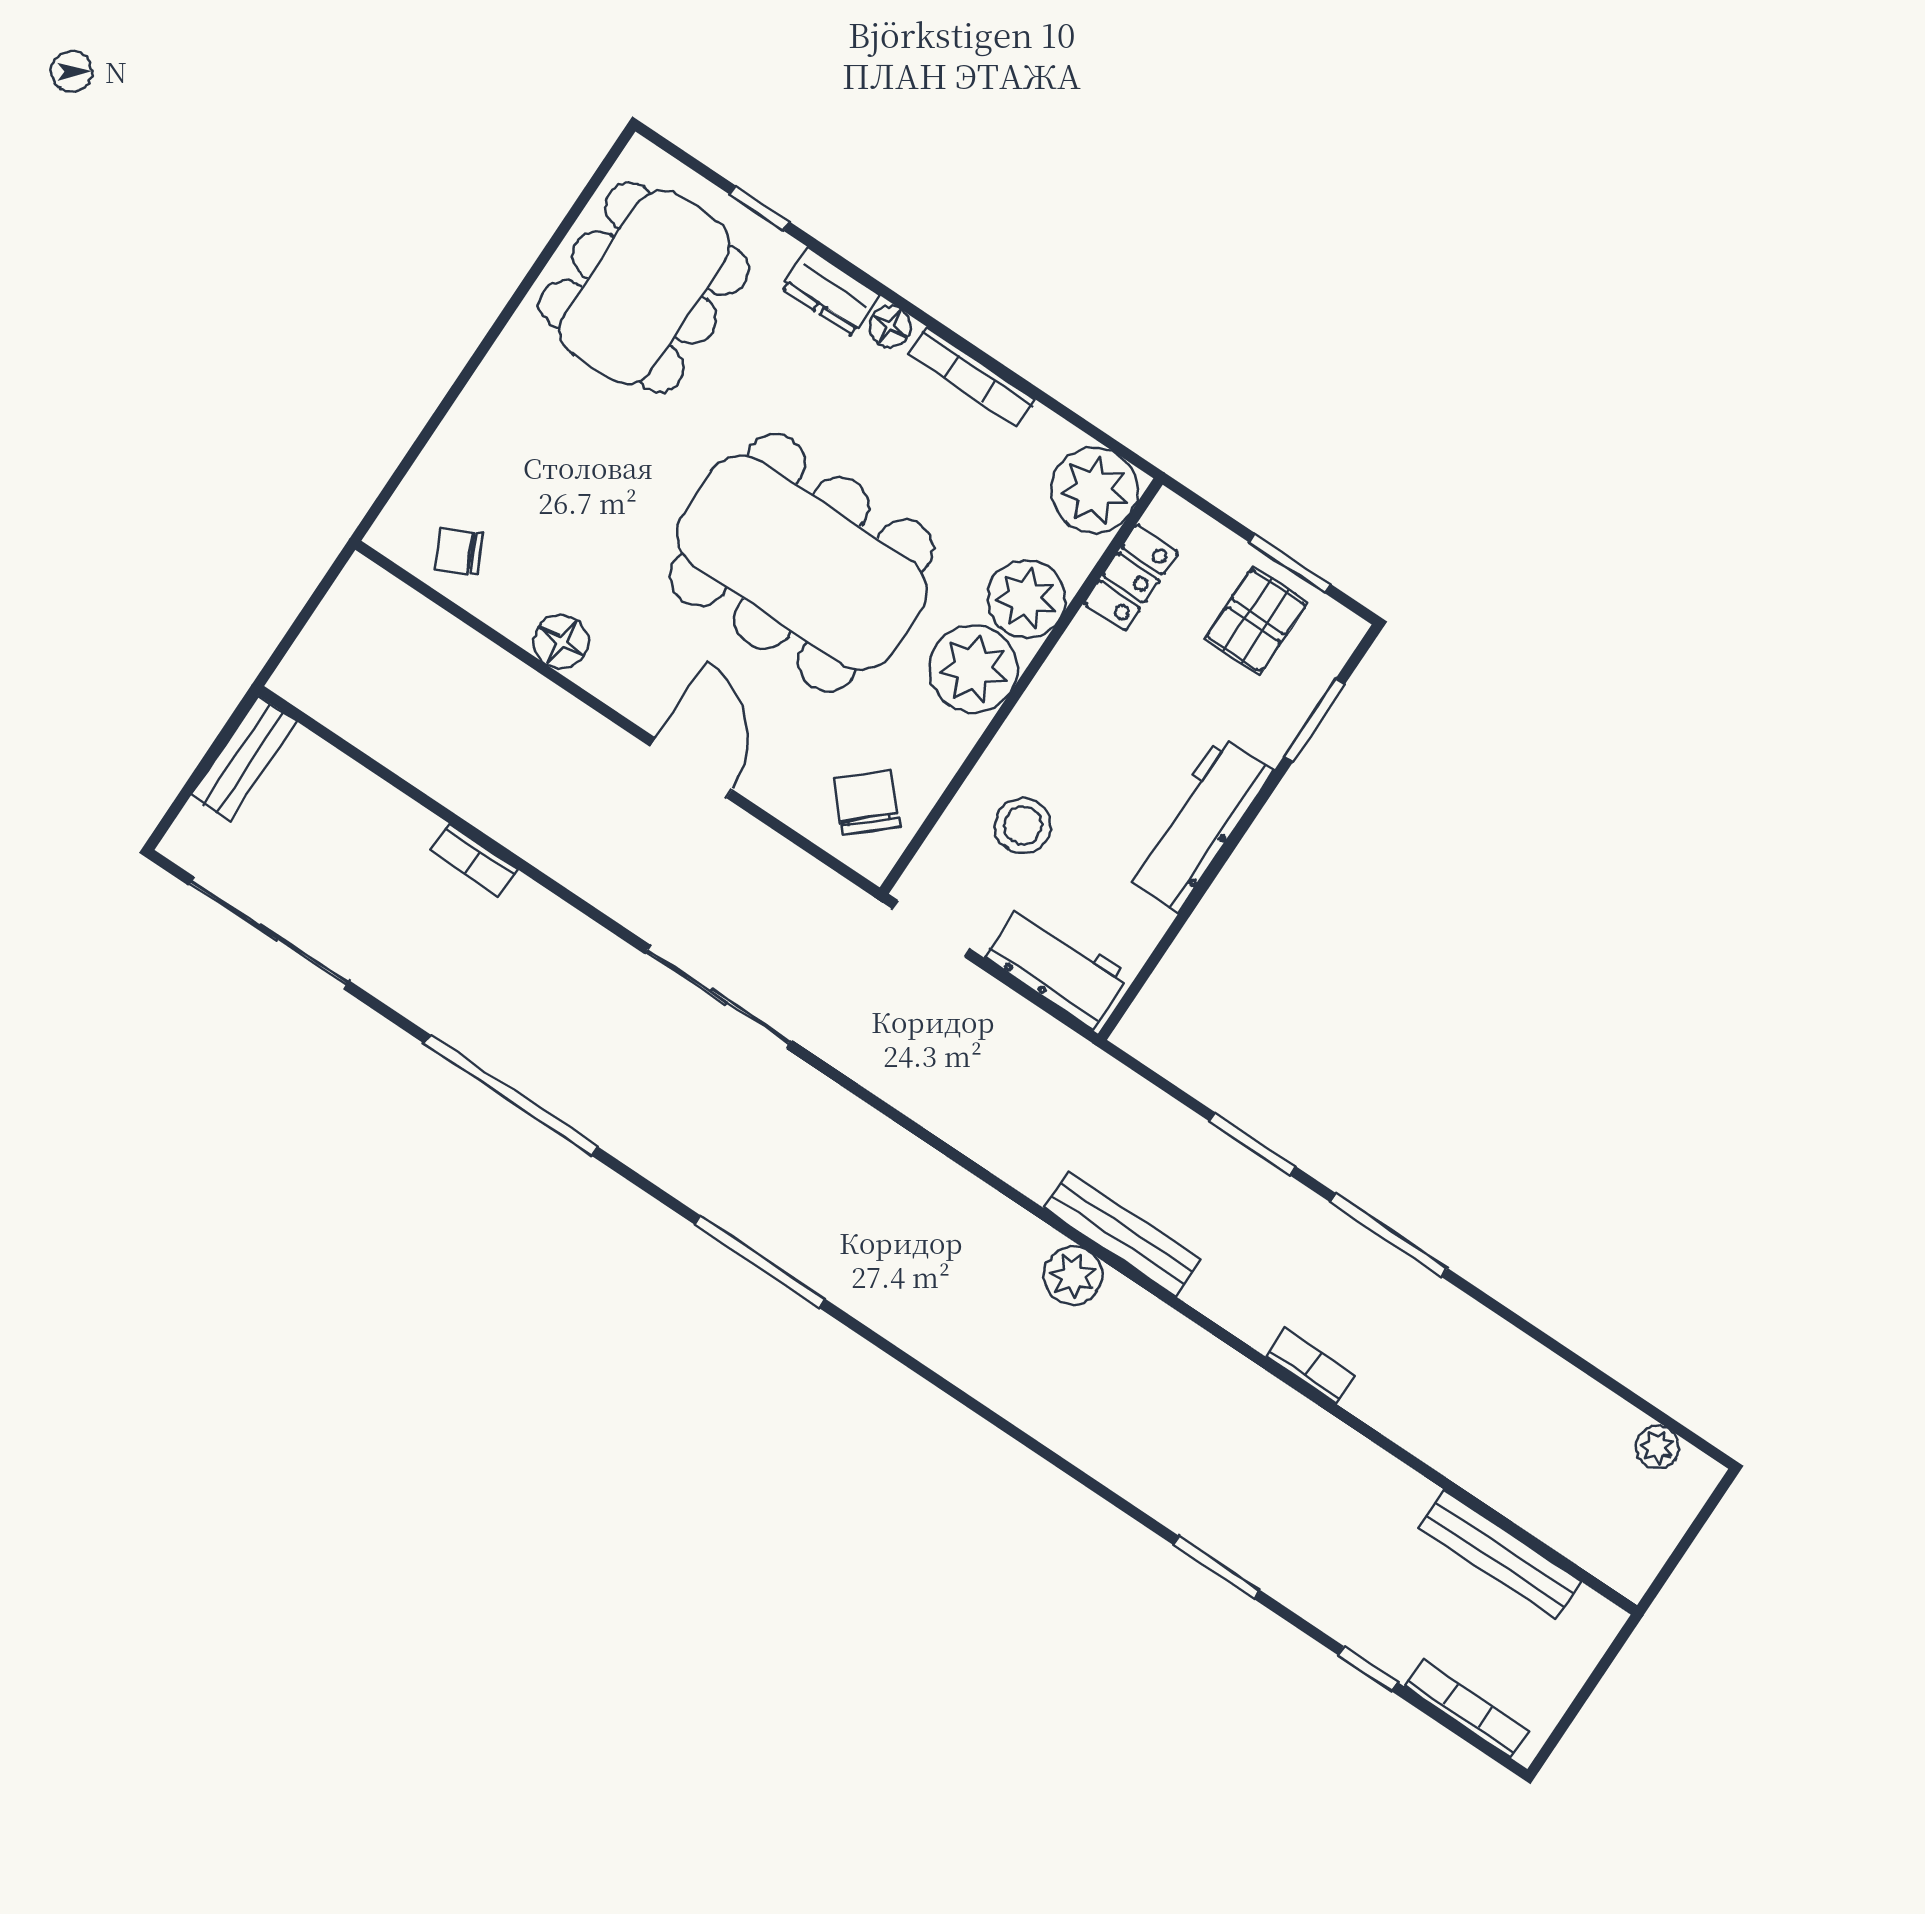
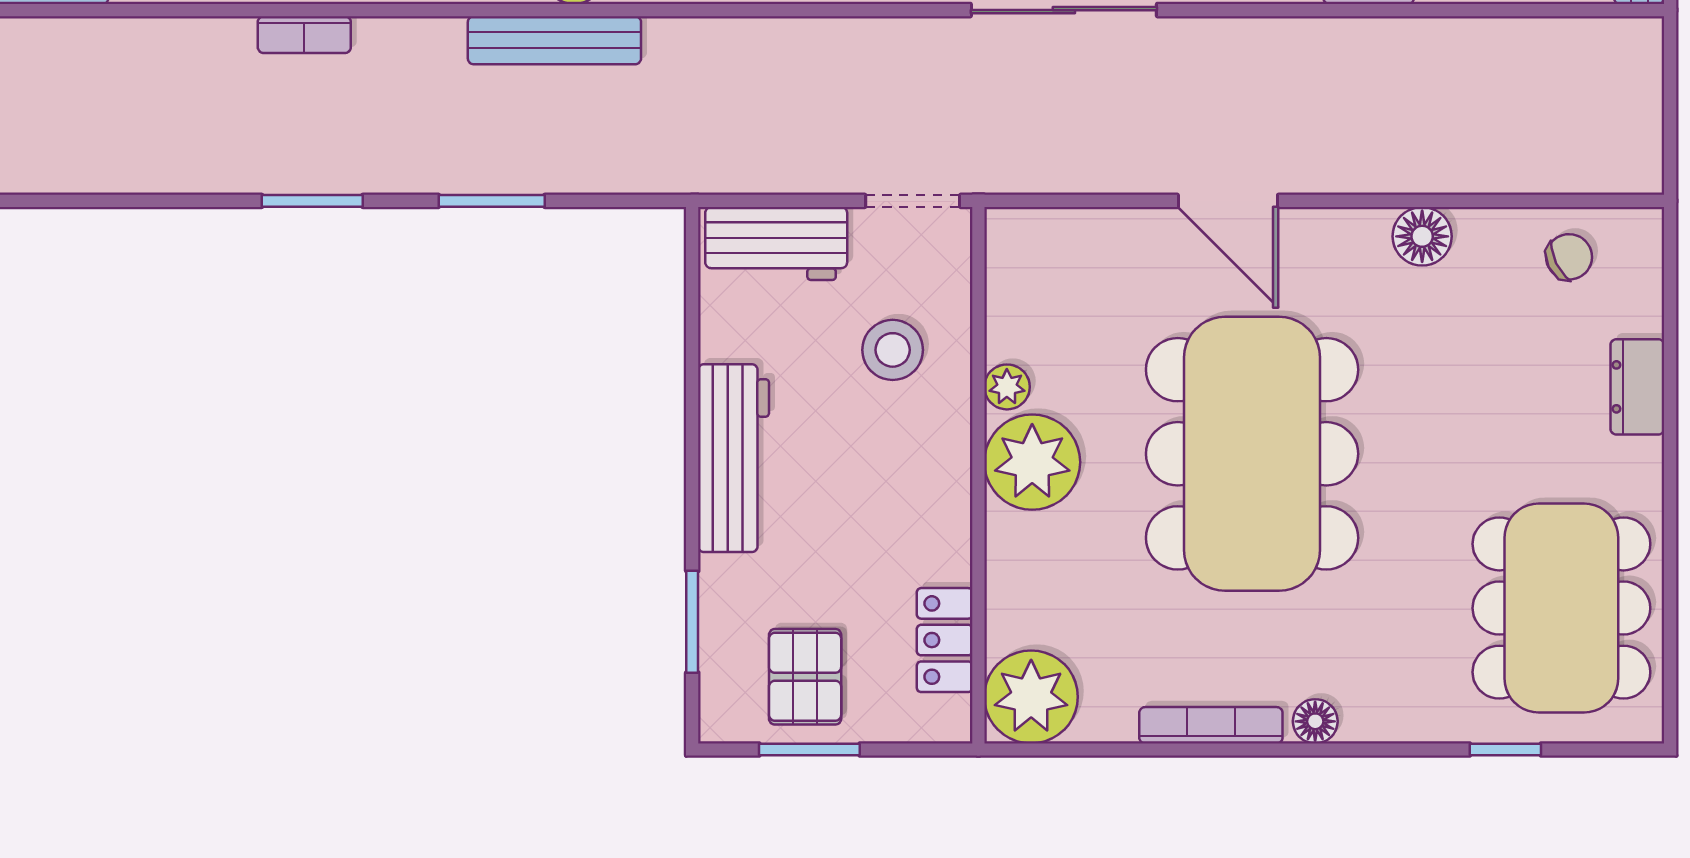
dresser: (831, 292) -> (1637, 387), moved, turned -90
dining table: (802, 563) -> (1252, 454), turned 90
plant: (1026, 599) -> (1007, 387), moved, width x0.53, depth x0.53
chair: (867, 803) -> (1047, 276), removed
window: (1389, 1235) -> (312, 201), width x0.69

